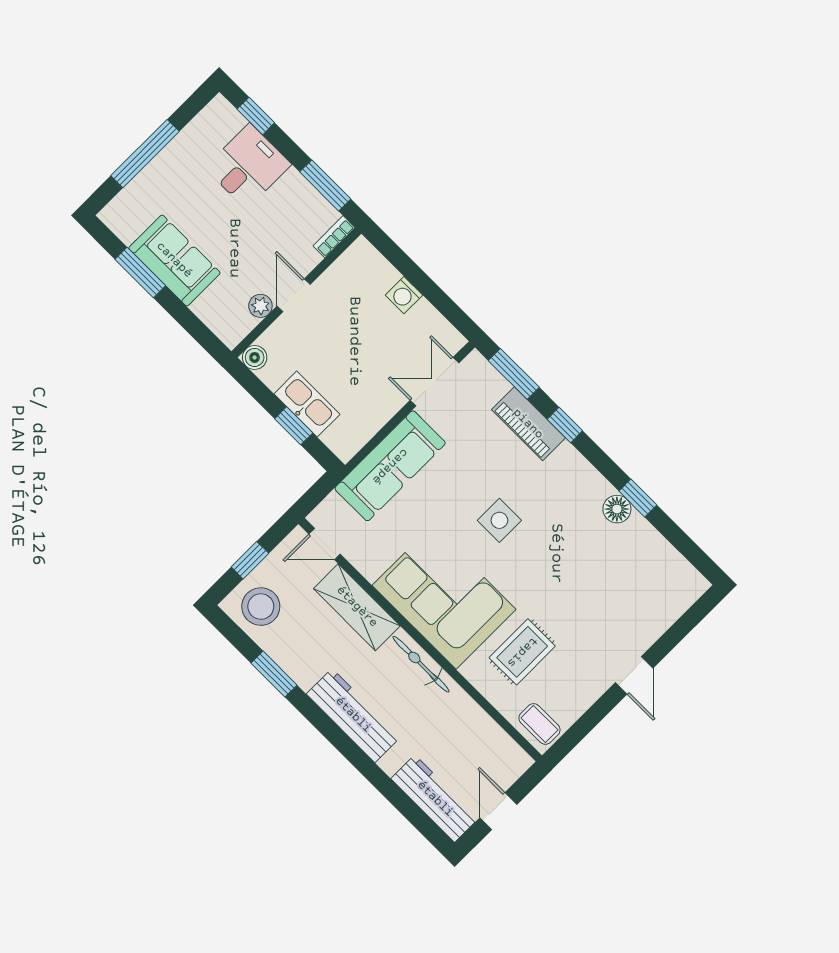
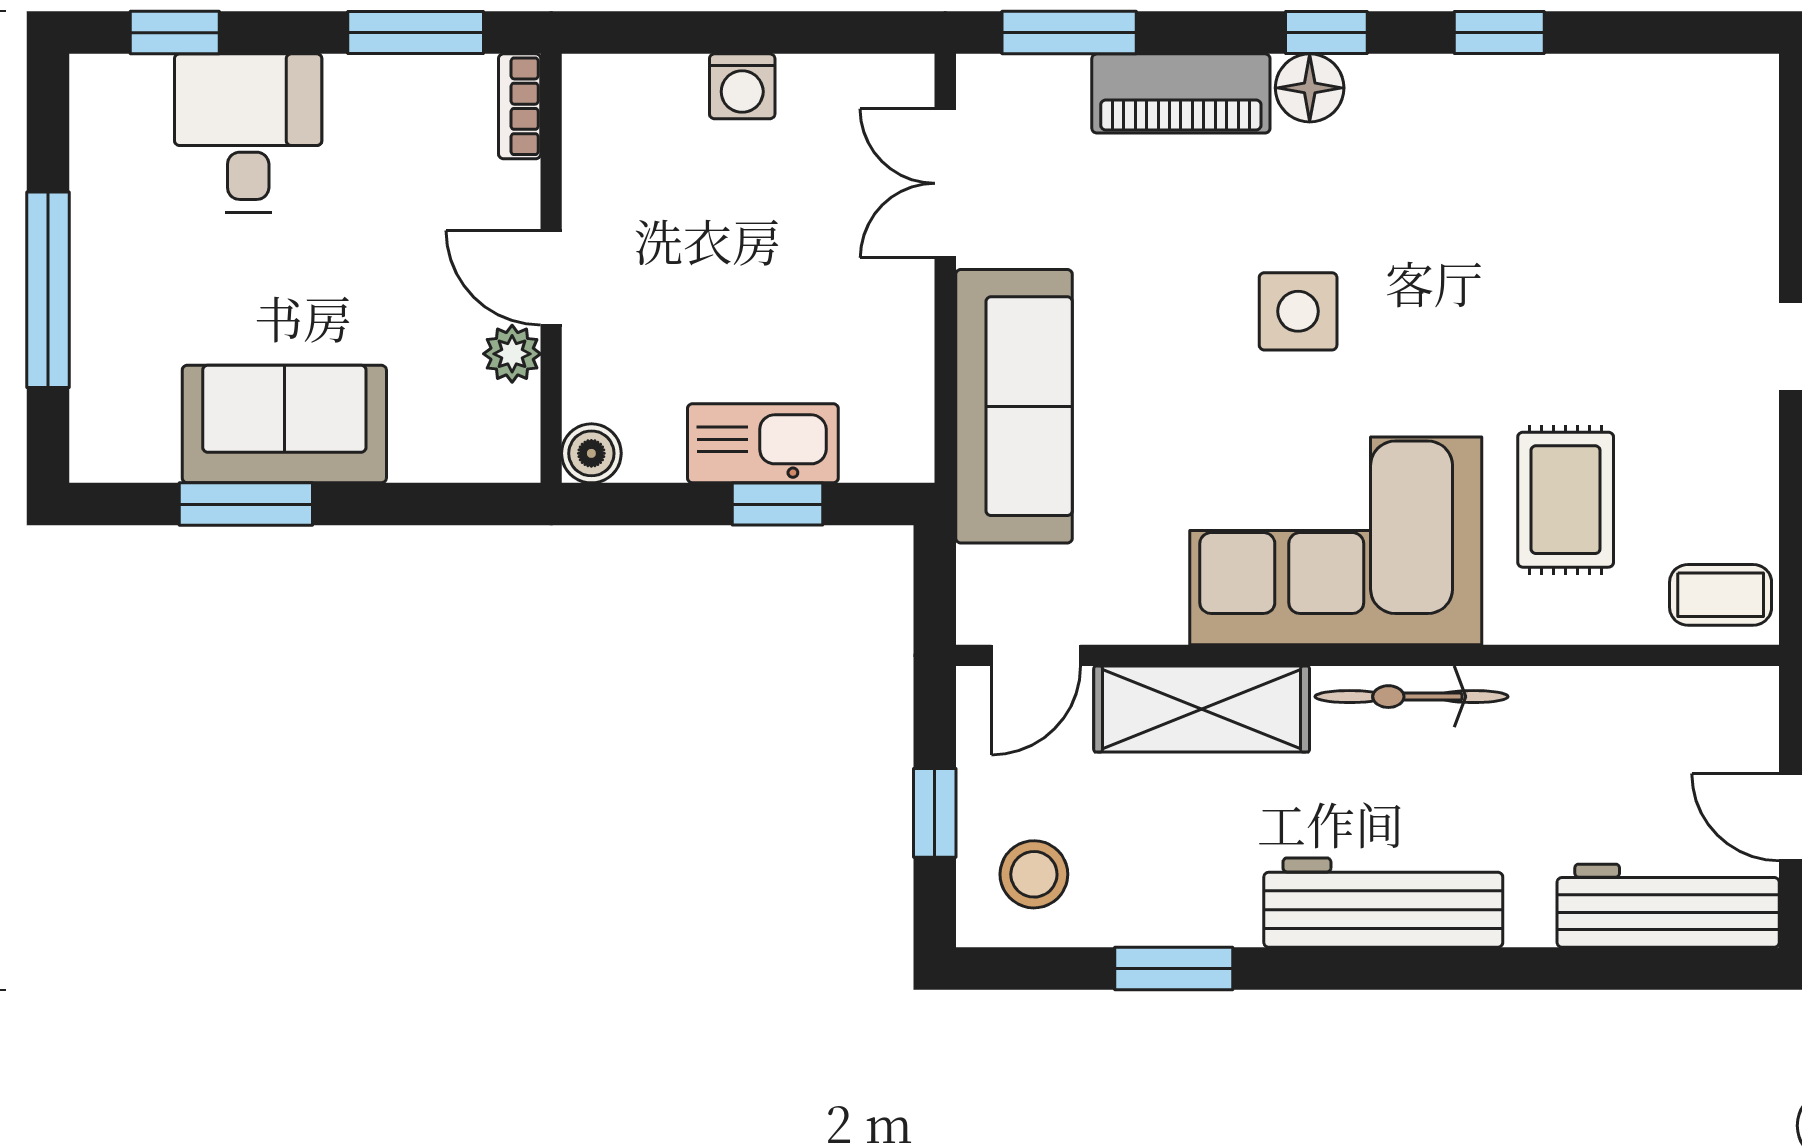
window: (565, 425) -> (1326, 33), moved
floor lamp: (617, 509) -> (1310, 88), moved
stool: (261, 607) -> (1034, 874), width x0.73, depth x0.73

